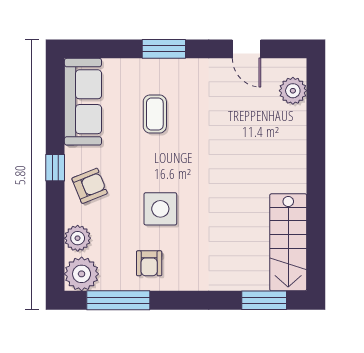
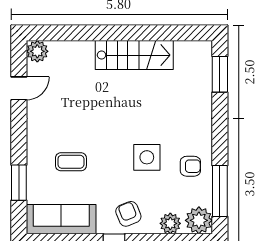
window: (164, 49) -> (19, 183), moved
plant: (293, 91) -> (37, 51), moved
stairs: (288, 242) -> (134, 55), moved

